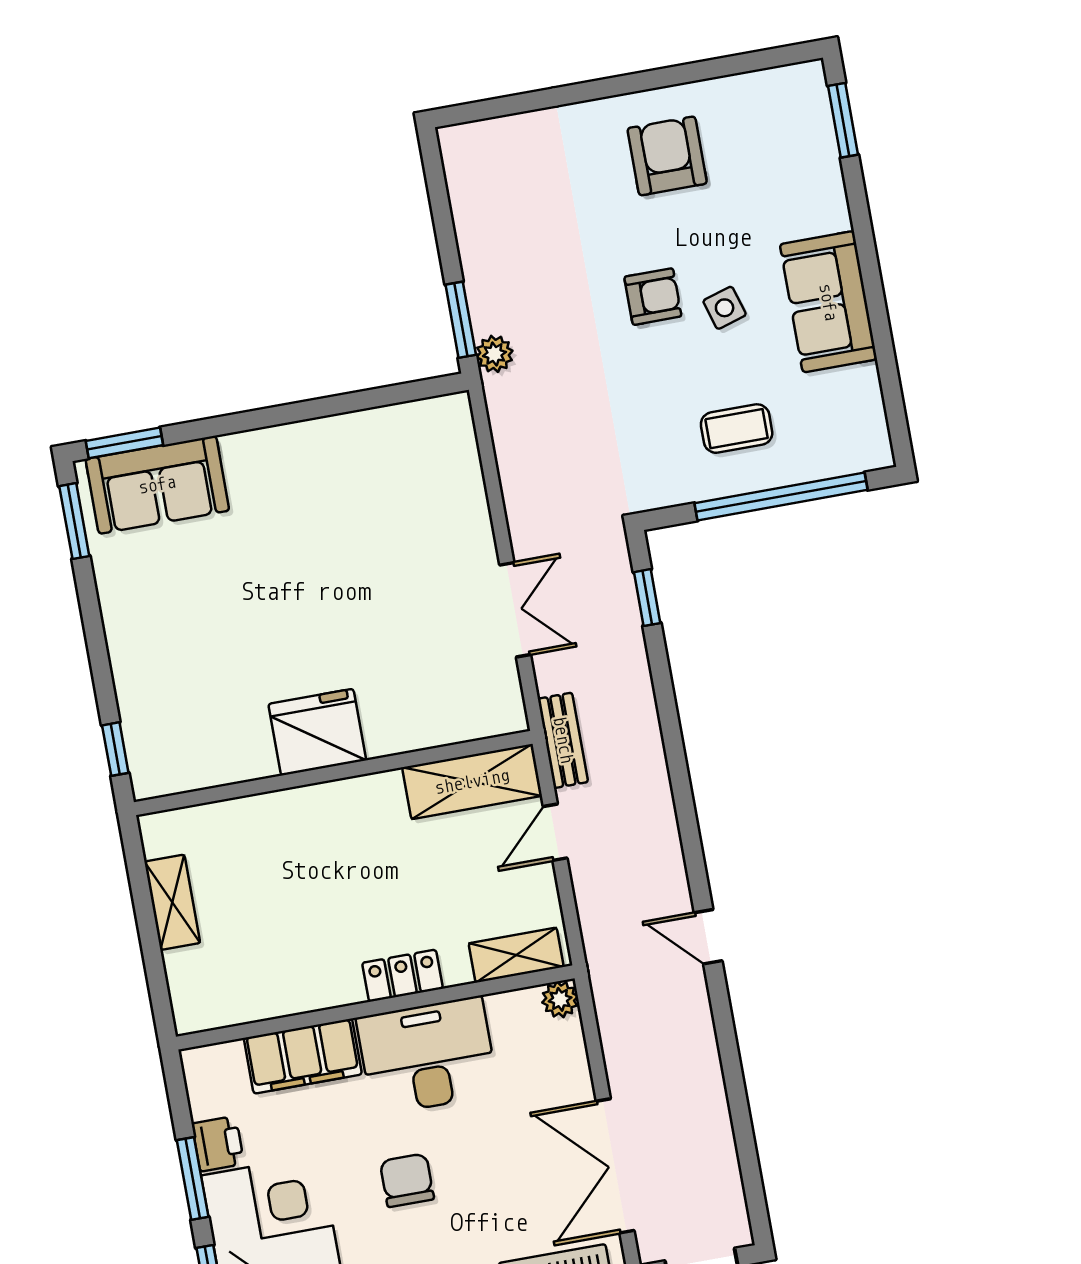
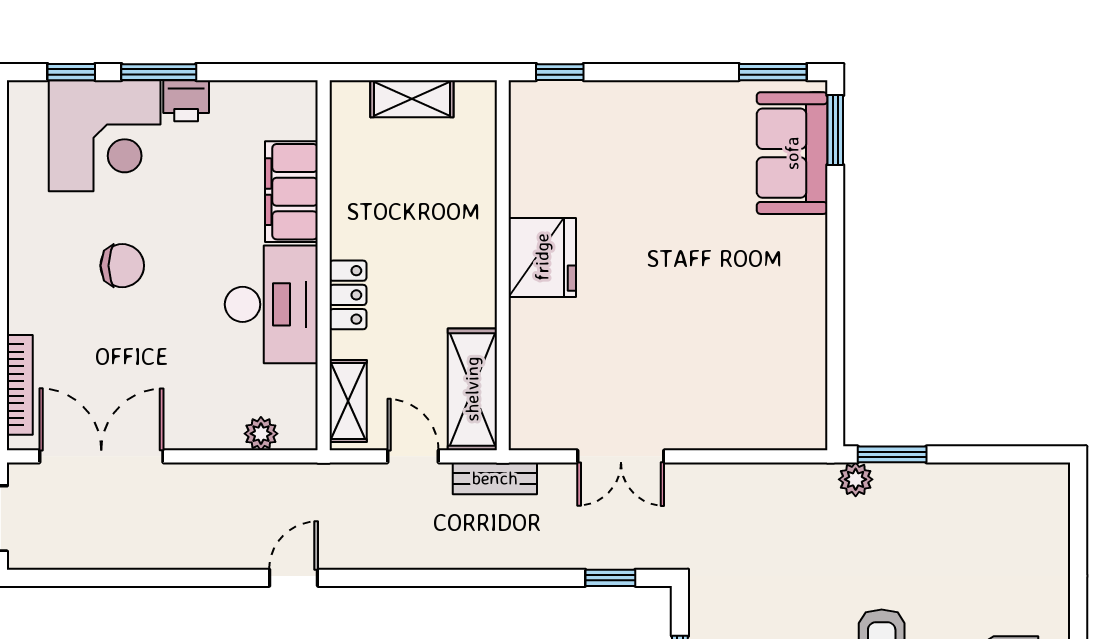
shelving: (516, 955) -> (348, 401), moved
locker: (402, 976) -> (348, 295), moved
wall: (375, 1008) -> (324, 265), moved
filing cabinet: (303, 1056) -> (291, 192), moved
desk: (427, 1056) -> (271, 304), moved

